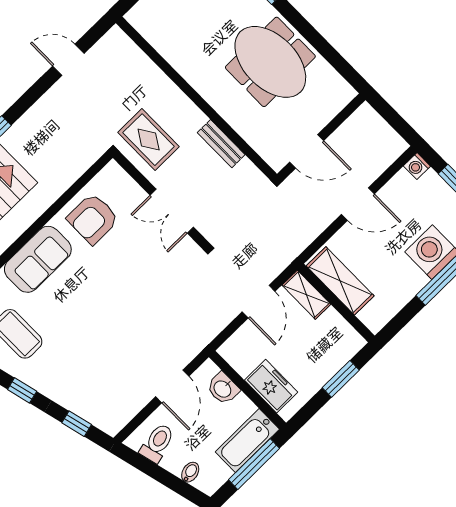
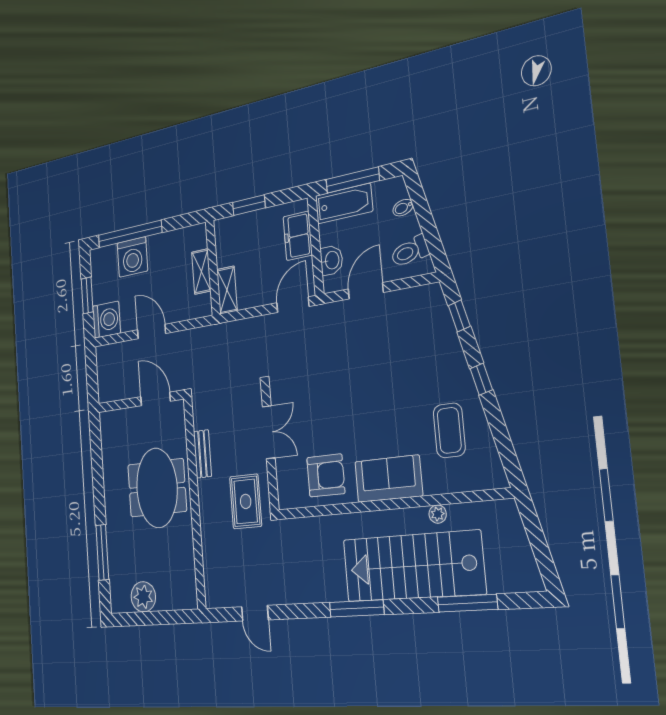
meeting table: (270, 62) -> (157, 488), moved
washing machine: (417, 166) -> (106, 320), width x1.89, depth x1.89
shelving: (340, 281) -> (201, 271), width x0.67, depth x0.75
door: (259, 302) -> (293, 305), moved

